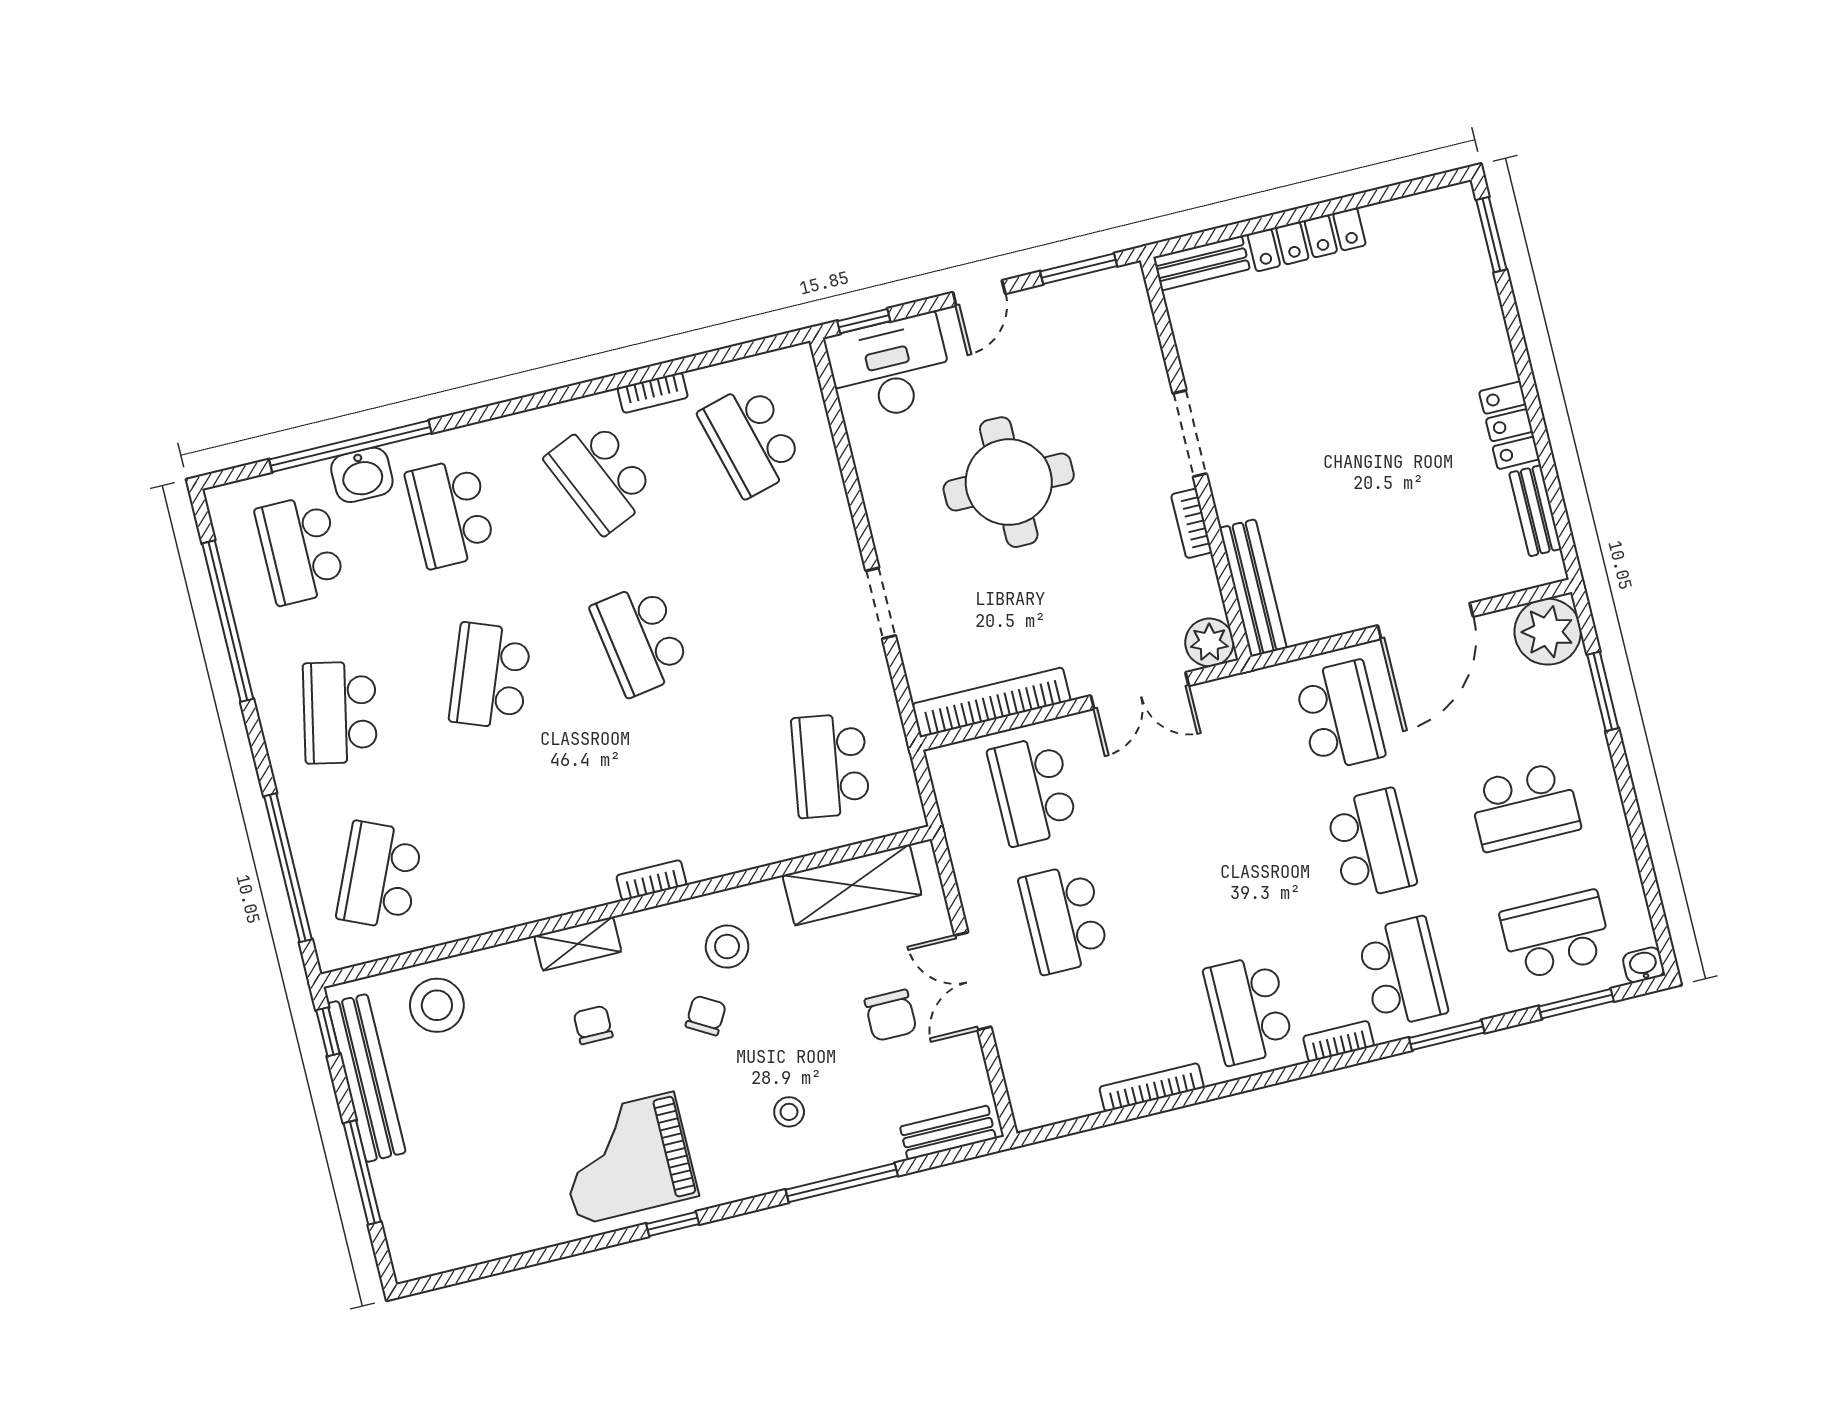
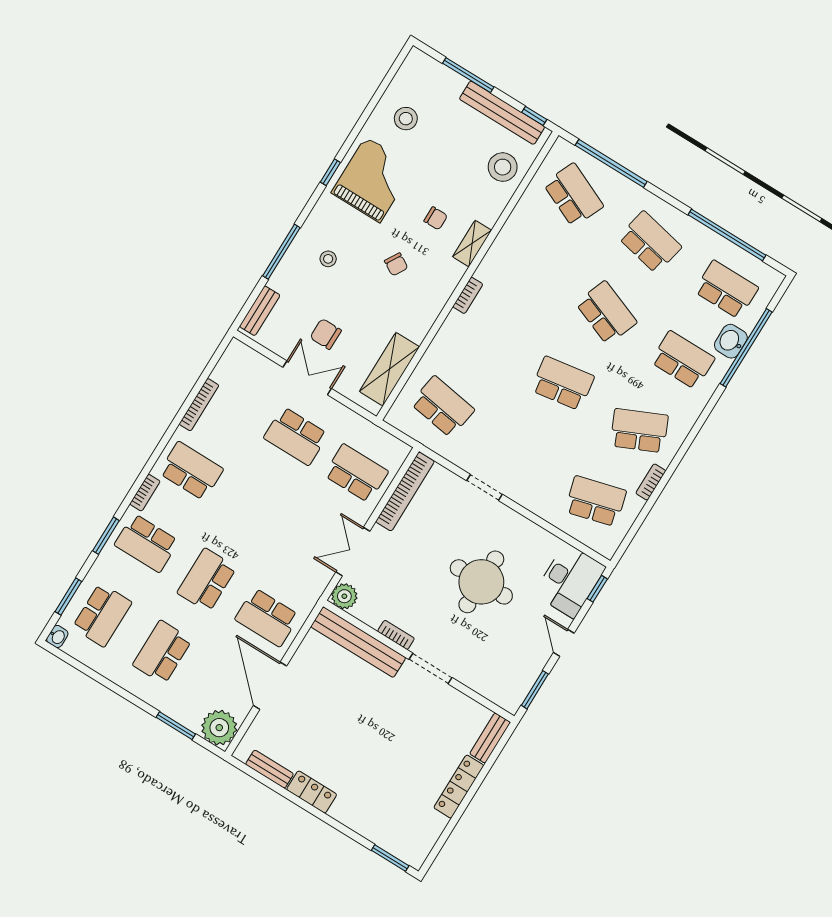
bench: (1253, 588) -> (358, 642), width x1.37, depth x1.21
school desk: (1371, 844) -> (207, 580), turned 90
school desk: (1064, 919) -> (296, 436), turned 180
stool: (727, 947) -> (406, 119), moved

